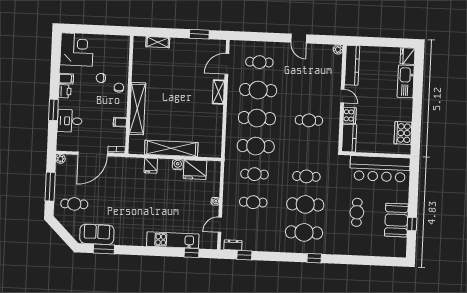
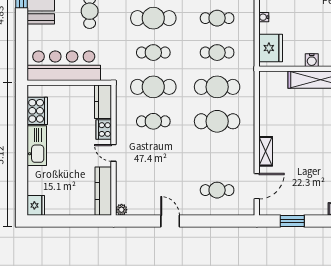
kitchen sink: (406, 81) -> (37, 146), moved
cafe table: (258, 90) -> (153, 87), moved
fridge: (195, 170) -> (271, 48), moved, turned 90

